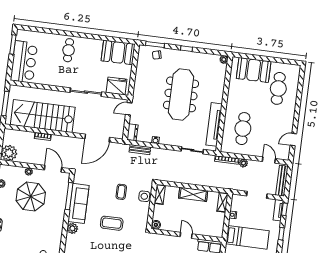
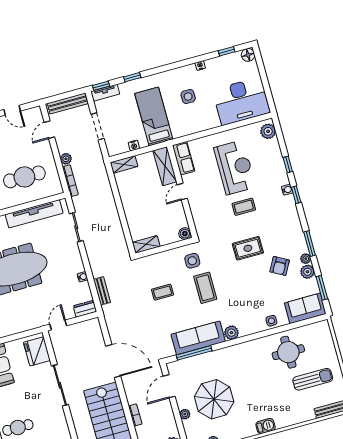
door: (129, 109) -> (58, 325), swing flipped
door: (97, 138) -> (113, 361), moved
shelving: (193, 194) -> (165, 166), moved
side table: (144, 196) -> (192, 261), moved

